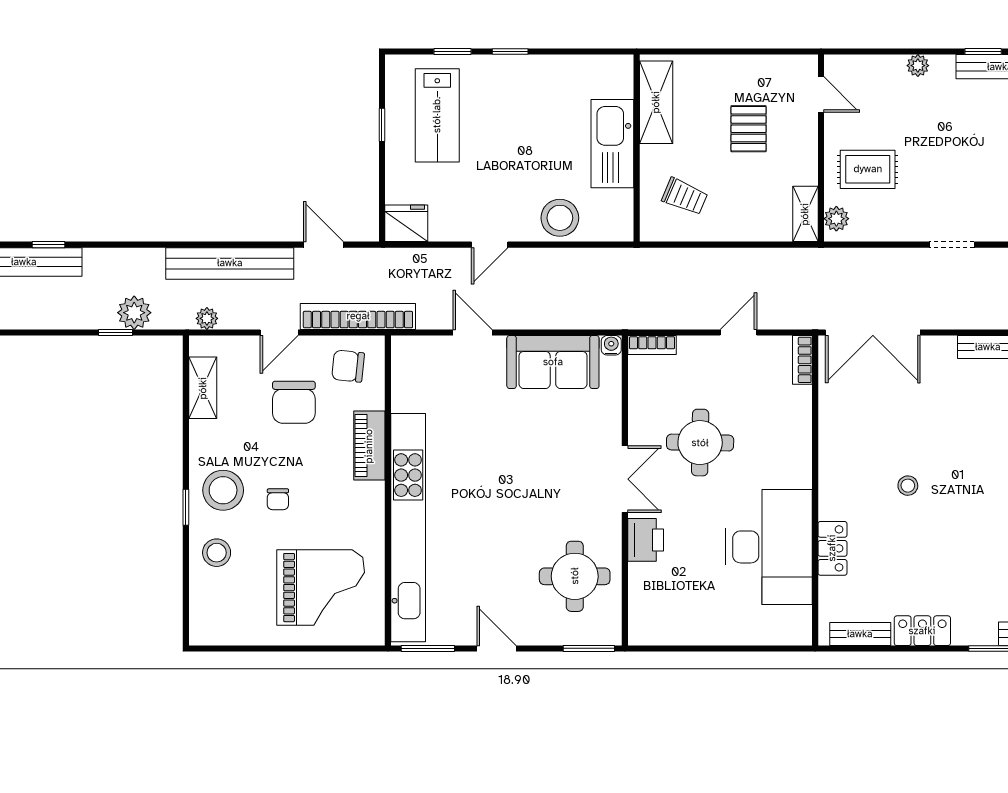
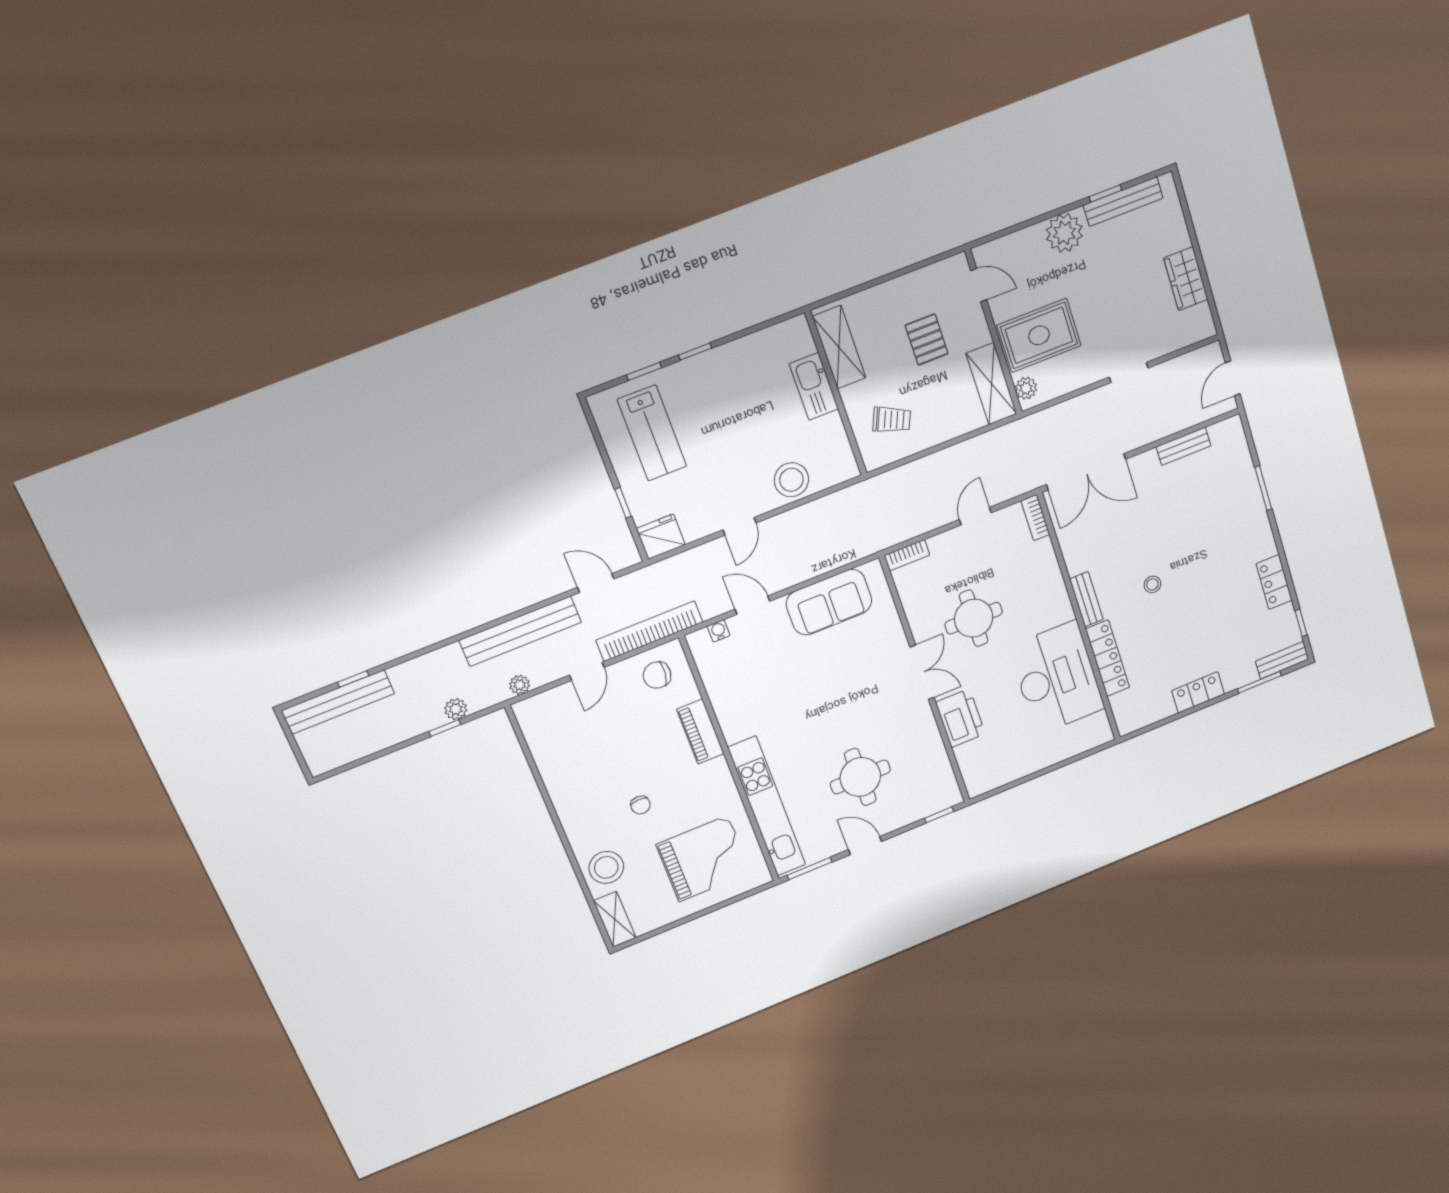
plant: (918, 66) -> (1064, 233), width x1.87, depth x1.87
window: (382, 125) -> (623, 503), moved
kitchen sink: (612, 144) -> (814, 386), width x0.73, depth x0.81
rug: (868, 169) -> (1039, 335), width x1.36, depth x1.43
shelving: (805, 214) -> (991, 384), width x1.50, depth x1.33
plant: (134, 313) -> (456, 709), width x0.73, depth x0.73
water cooler: (611, 345) -> (719, 631), moved
shelving: (203, 388) -> (615, 919), moved
chair: (294, 402) -> (623, 723), removed
stool: (223, 490) -> (591, 817), removed
window: (186, 507) -> (566, 843), removed
kitchen unit: (408, 528) -> (767, 806), width x0.73
printer: (646, 540) -> (960, 718), width x1.37, depth x1.19
locker: (832, 548) -> (1108, 658), width x1.53
stool: (217, 553) -> (606, 867), width x1.38, depth x1.38
round table: (575, 576) -> (860, 777), moved
bench: (860, 634) -> (1086, 599), moved, turned 90
window: (589, 648) -> (939, 815), width x0.67

